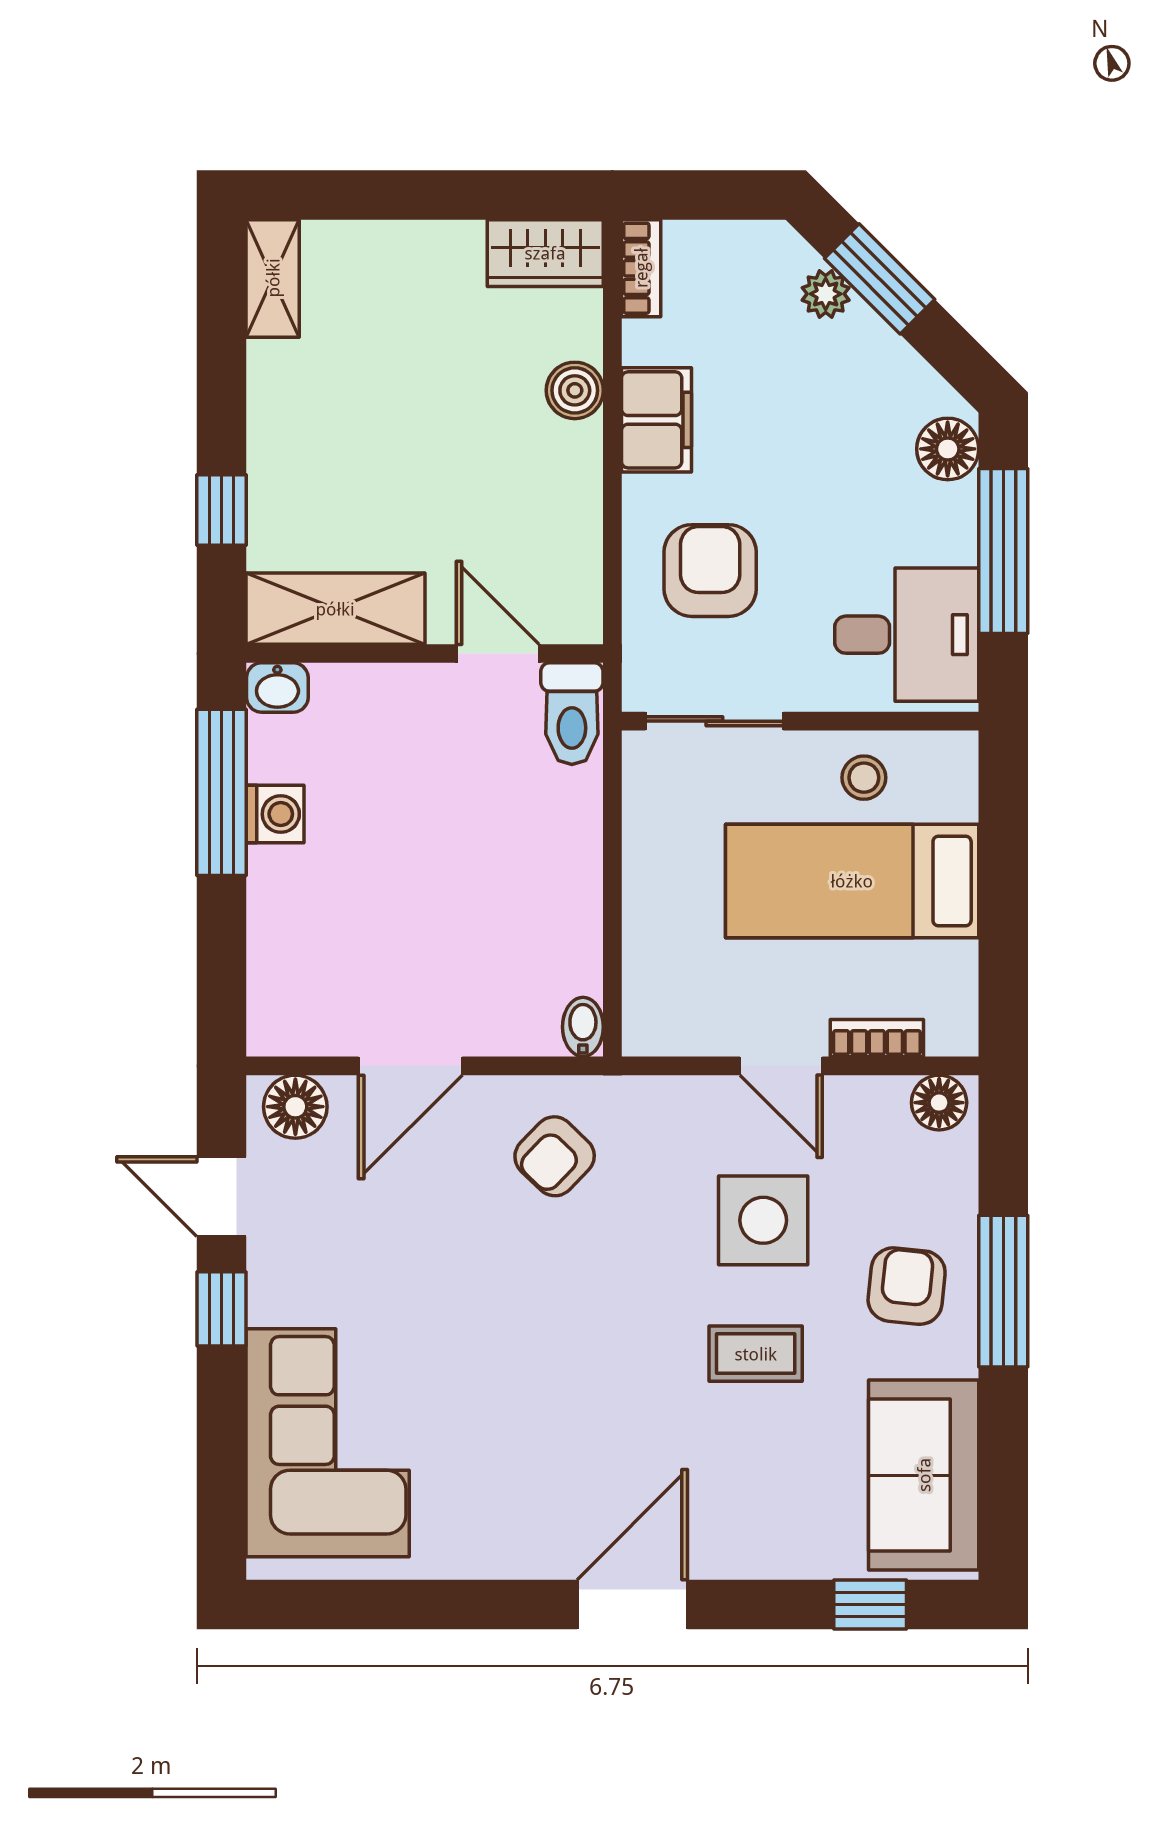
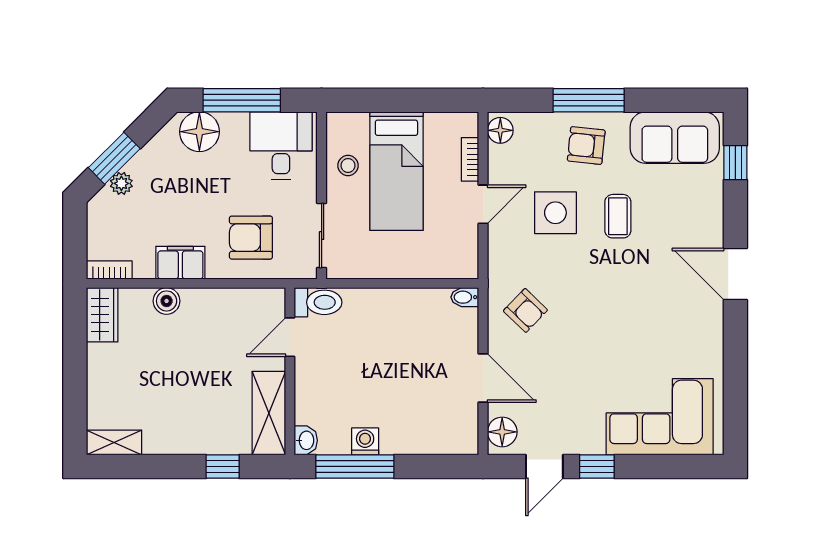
floor lamp: (948, 449) -> (199, 132), width x1.38, depth x1.38

